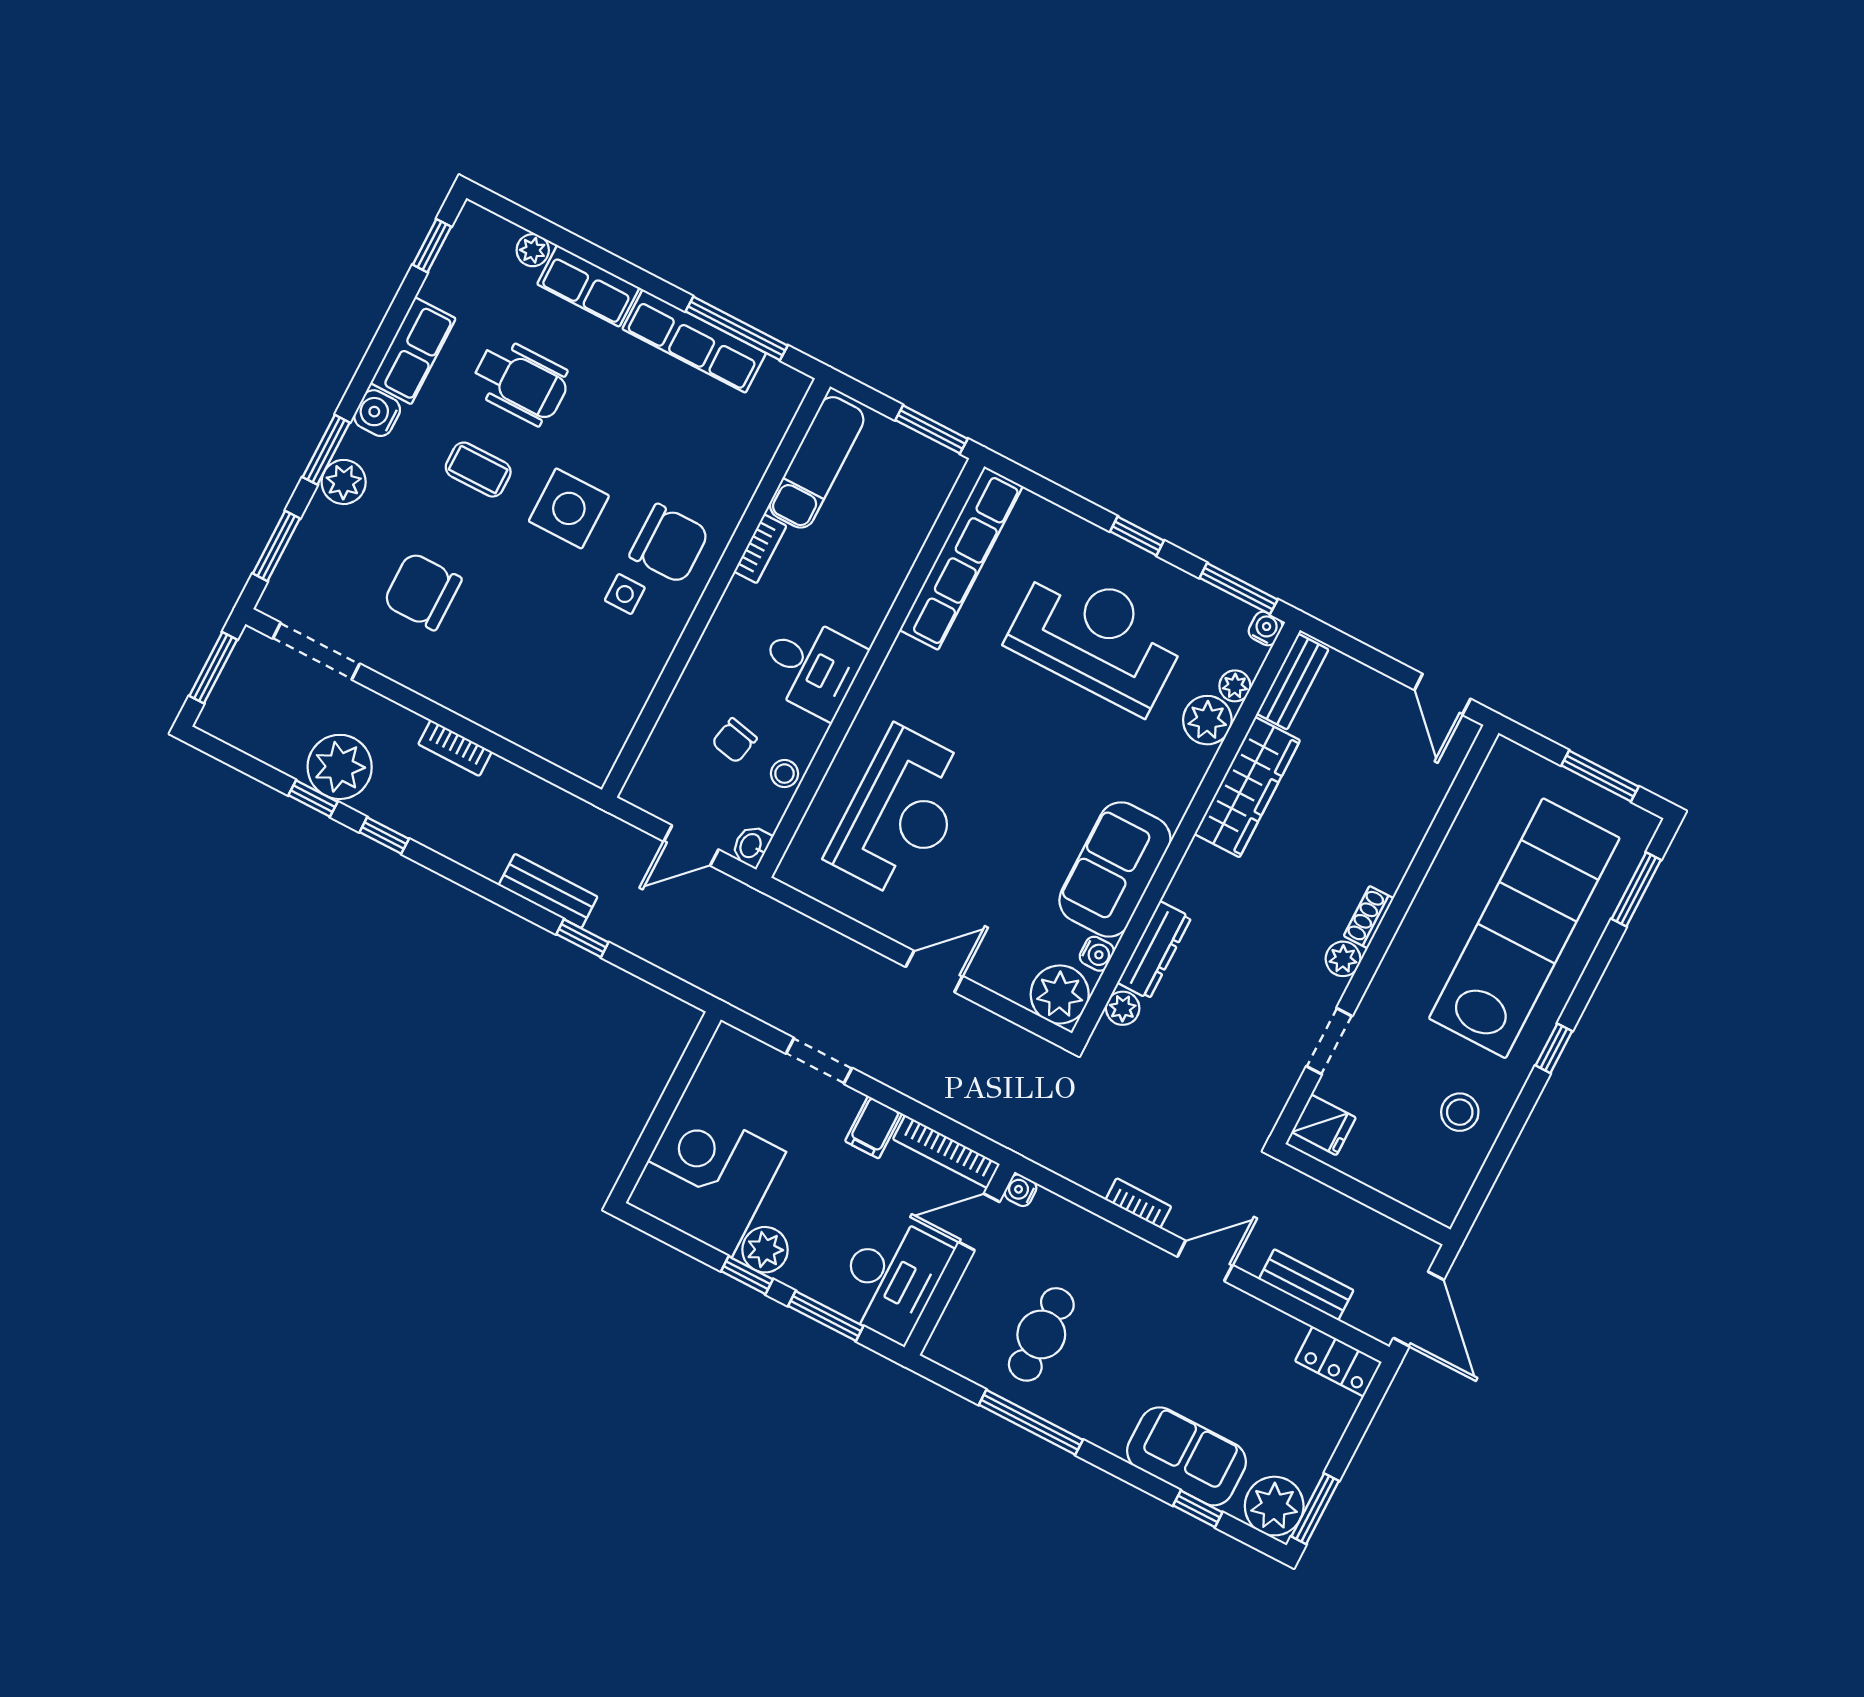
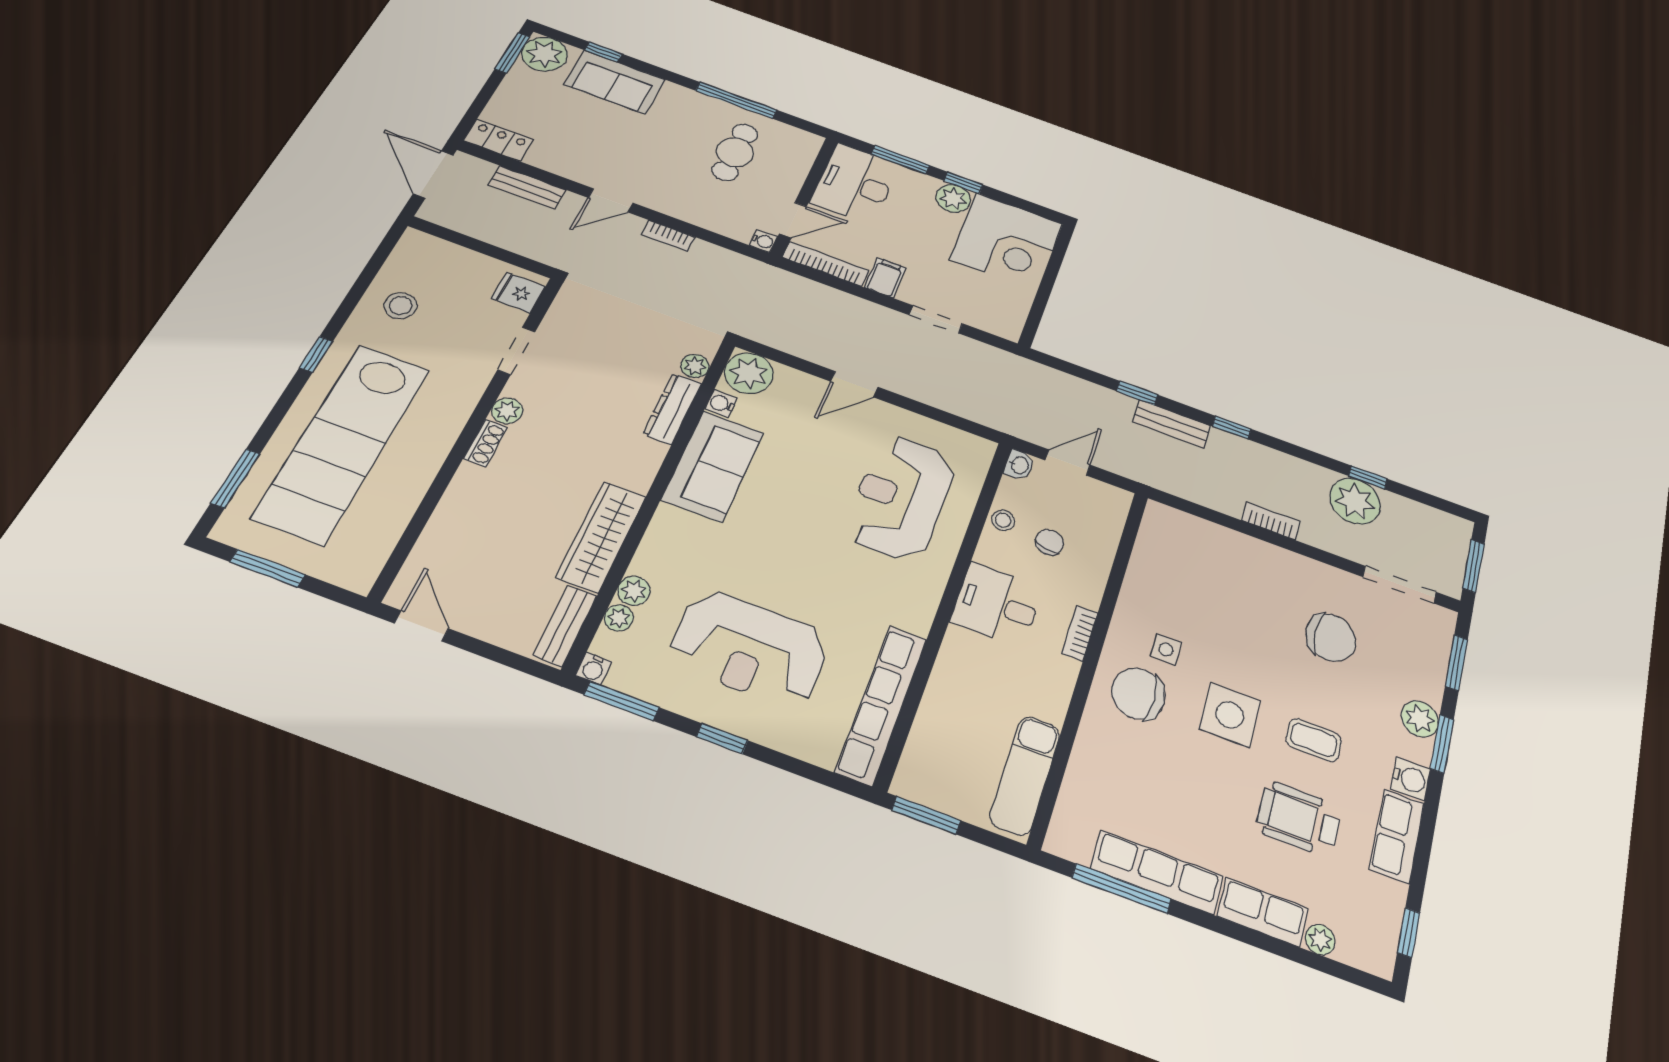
bookcase: (760, 549) -> (1080, 633), moved
plant: (1207, 720) -> (634, 591), width x0.73, depth x0.73
window: (384, 835) -> (1232, 428), moved

